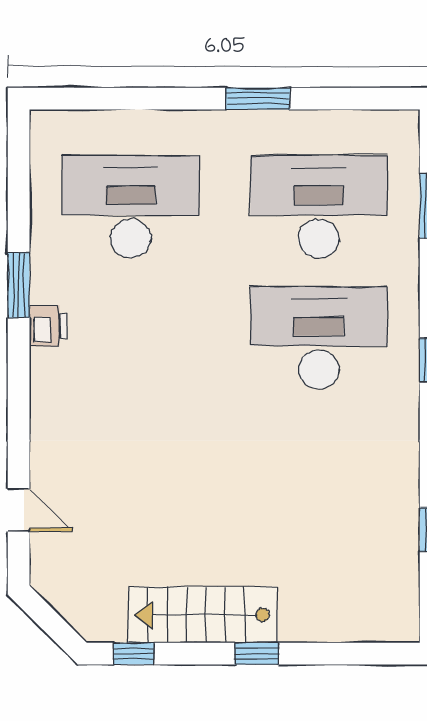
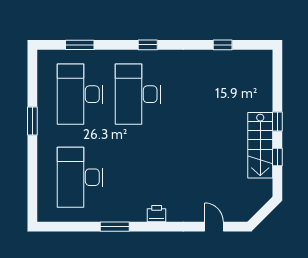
printer: (48, 326) -> (157, 214), moved
door: (19, 510) -> (214, 227), hinge flipped
window: (134, 654) -> (277, 157), moved

